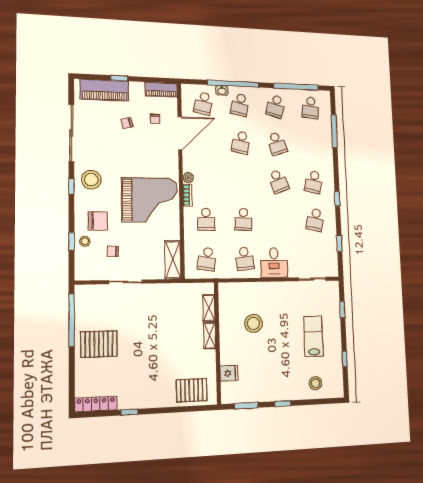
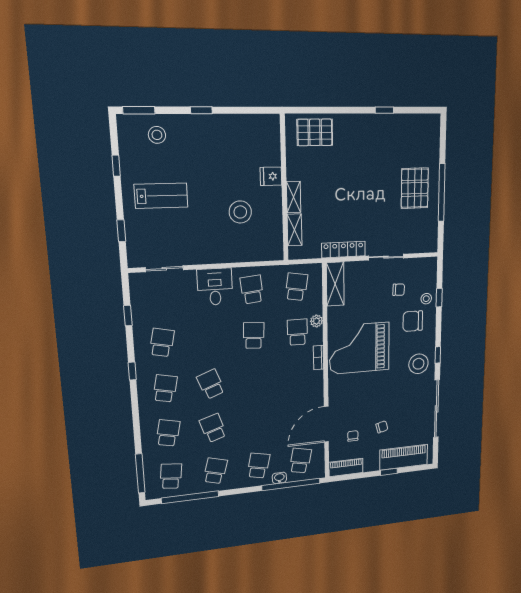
window: (233, 84) -> (291, 484), moved
window: (334, 131) -> (140, 473), moved
school desk: (241, 142) -> (168, 433), moved
plant: (188, 178) -> (316, 321), moved
window: (72, 320) -> (442, 193), moved
lab bench: (313, 336) -> (161, 196), turned -90
pallet: (99, 344) -> (415, 188), turned 90
fridge: (229, 373) -> (271, 176), moved
locker: (96, 404) -> (343, 250), moved, turned 180
window: (246, 406) -> (139, 110), moved

